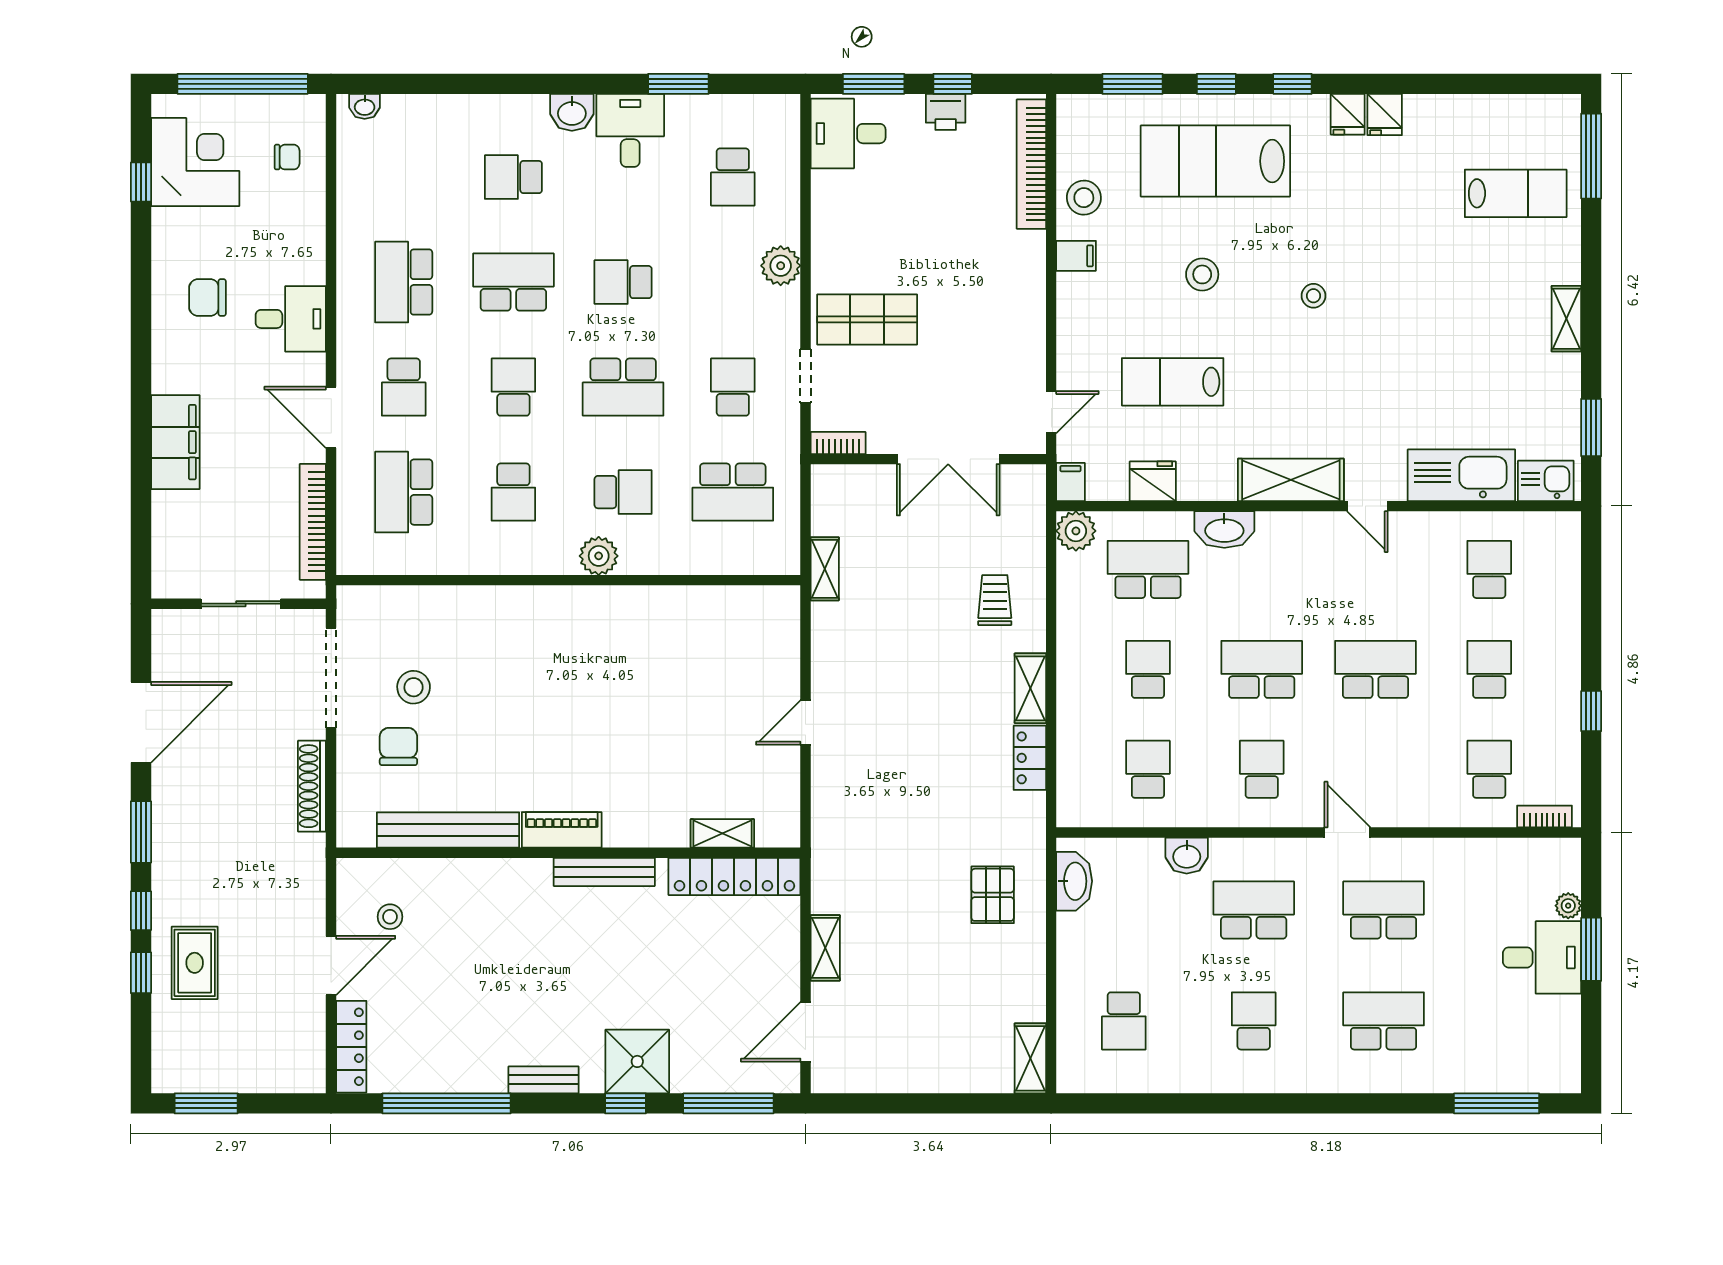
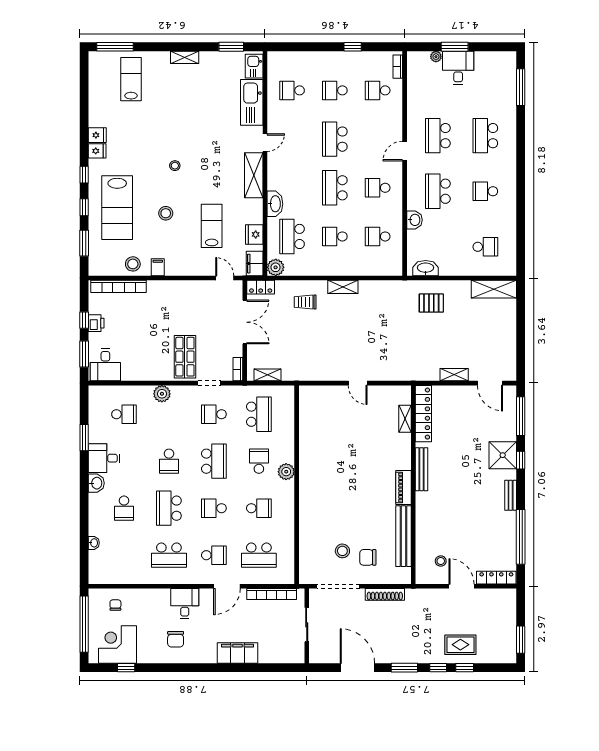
washbasin: (365, 106) -> (94, 543), moved
lab bench: (1173, 382) -> (212, 226), turned 180
filing cabinet: (1070, 482) -> (255, 264), width x2.00
shelving: (825, 569) -> (268, 375), moved
locker: (1030, 758) -> (261, 287), moved
shelving: (1030, 1058) -> (494, 289), width x1.50, depth x1.33

